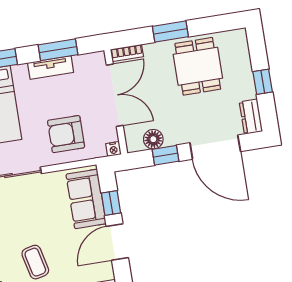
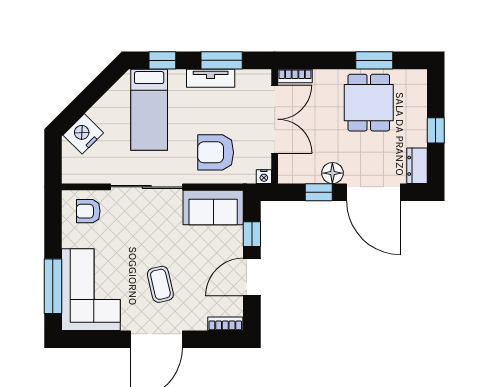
window: (170, 31) -> (374, 60), moved
floor lamp: (153, 139) -> (332, 173), moved
sofa: (86, 199) -> (213, 208), moved, turned -90

